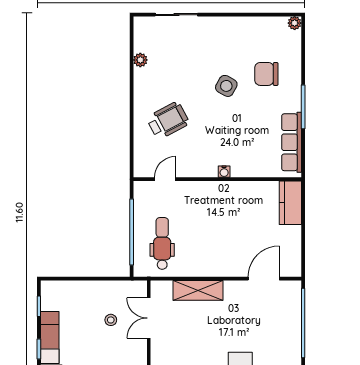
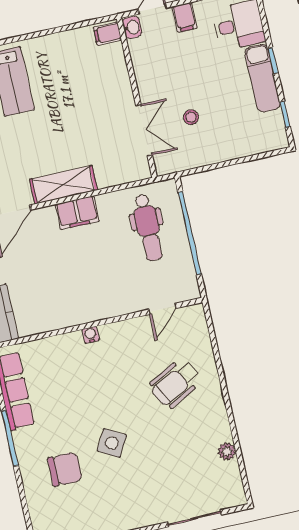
filing cabinet: (213, 267) -> (77, 213), added
shelving: (198, 290) -> (64, 185), moved

